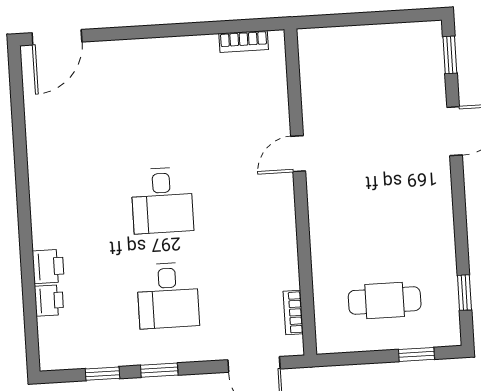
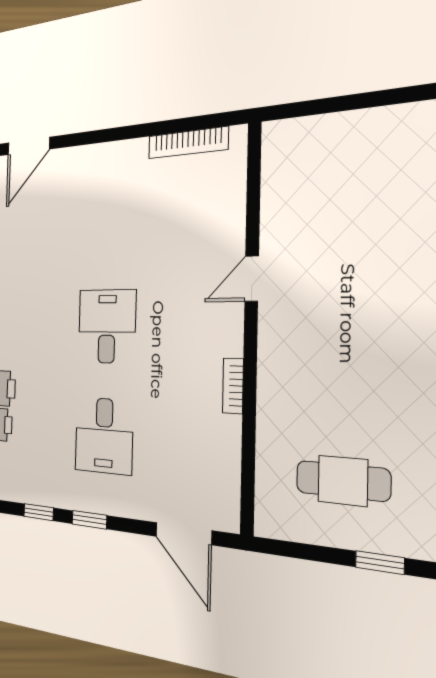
bookcase: (244, 41) -> (188, 143), width x1.56
desk: (162, 200) -> (107, 326), turned 180
bookcase: (293, 312) -> (233, 386), moved

